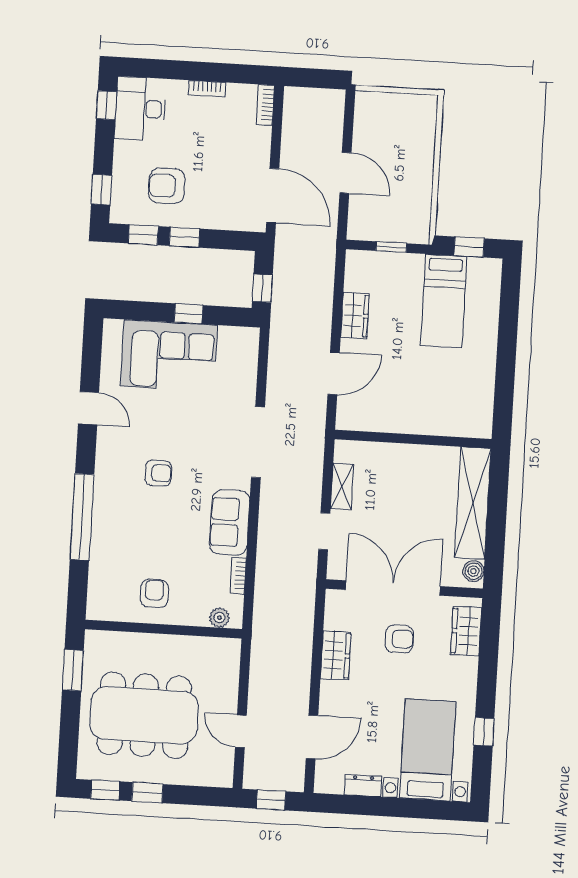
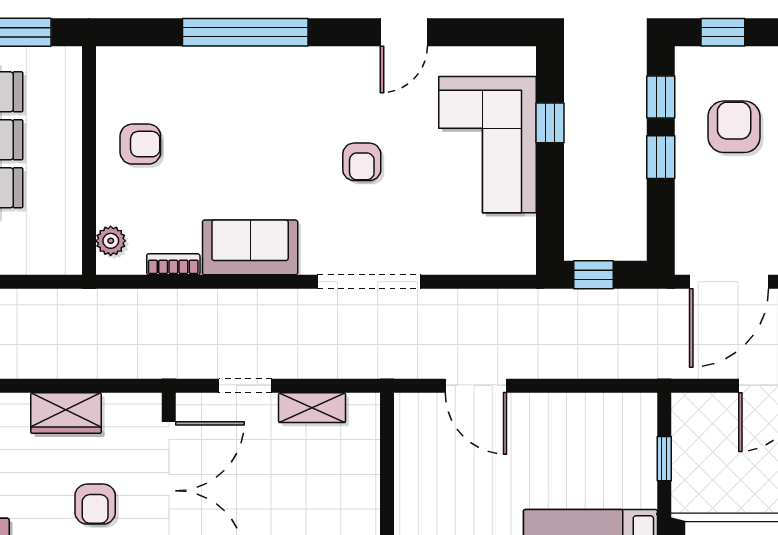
window: (189, 314) -> (550, 123), moved
wardrobe: (355, 316) -> (562, 412), removed
armchair: (158, 473) -> (362, 162), moved

